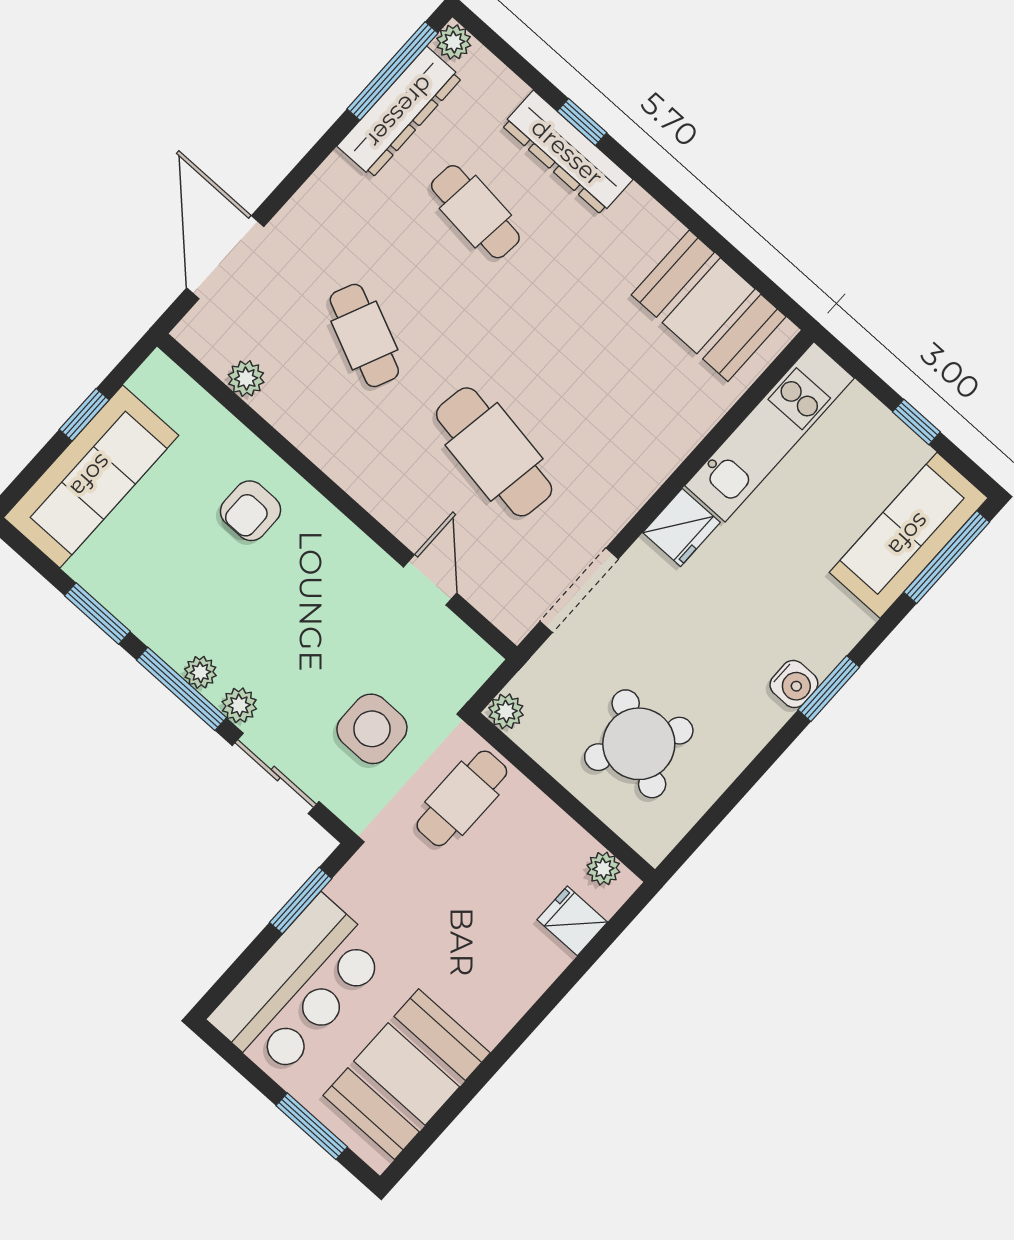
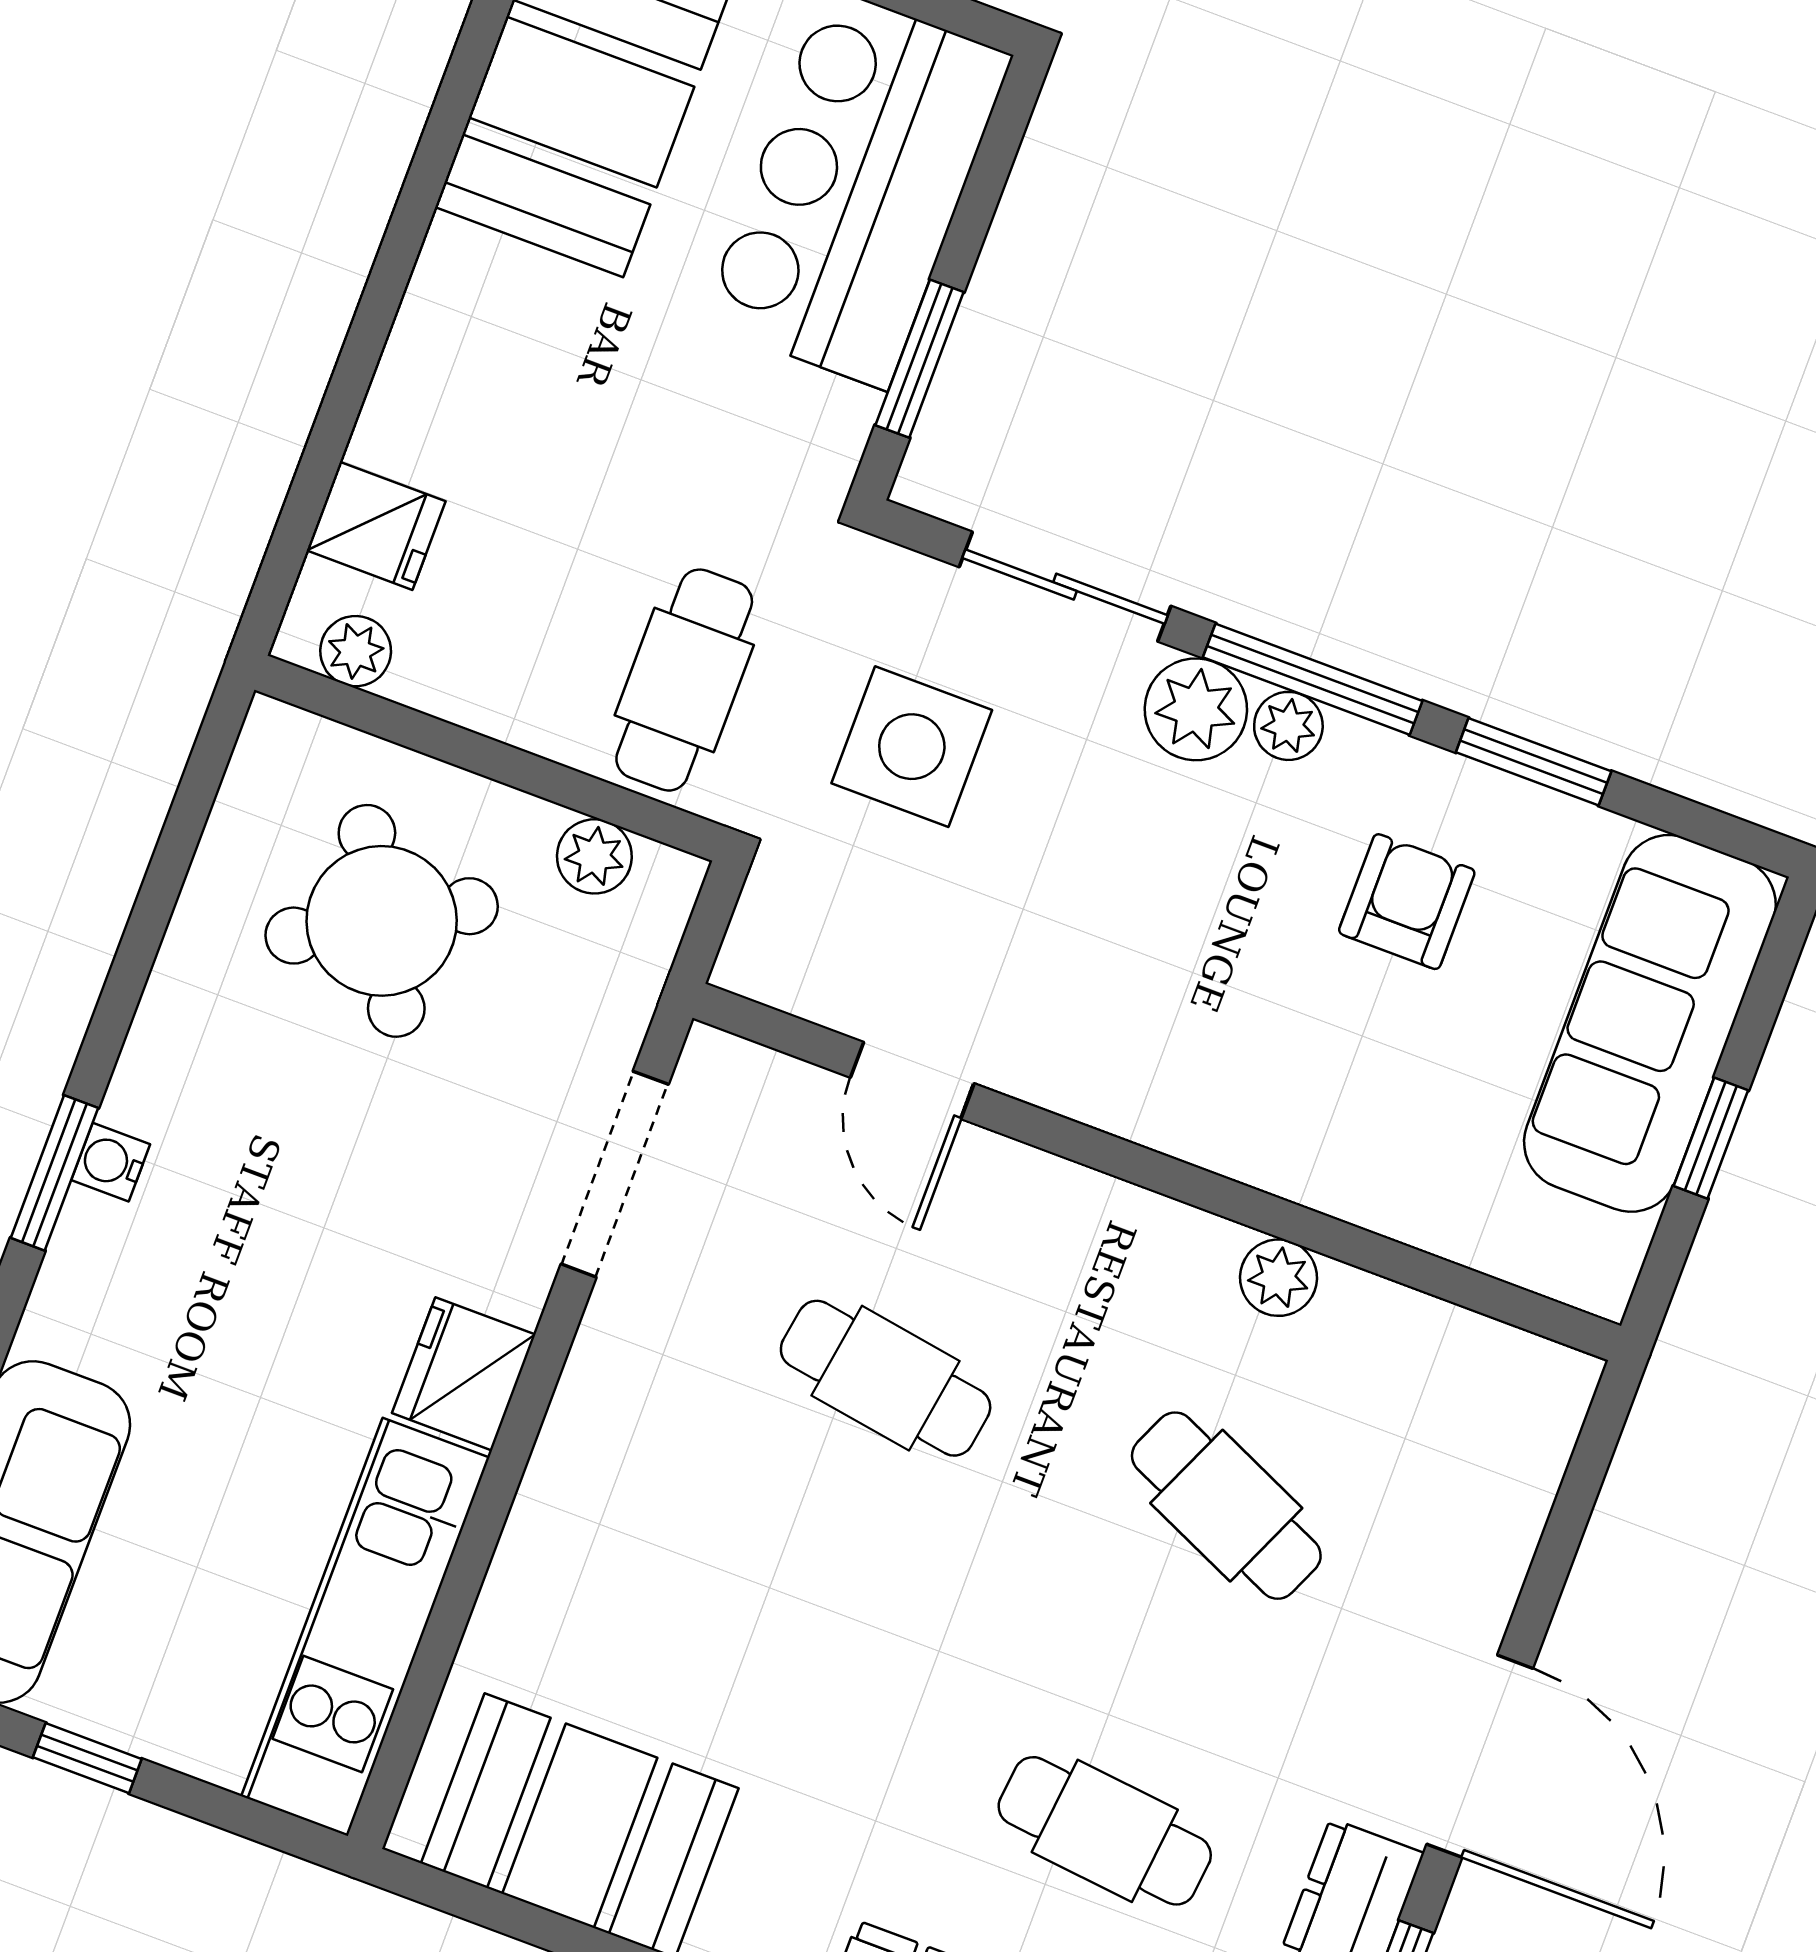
door: (225, 257) -> (1480, 1756), moved
plant: (246, 378) -> (1278, 1278), moved
cafe table: (494, 452) -> (886, 1378), width x0.73, depth x0.74
armchair: (250, 511) -> (1407, 902), moved
water cooler: (794, 684) -> (111, 1162), width x0.72, depth x0.72
plant: (239, 705) -> (1196, 709), width x1.38, depth x1.38
plant: (506, 711) -> (594, 856), moved
round table: (639, 744) -> (382, 921), turned 30

